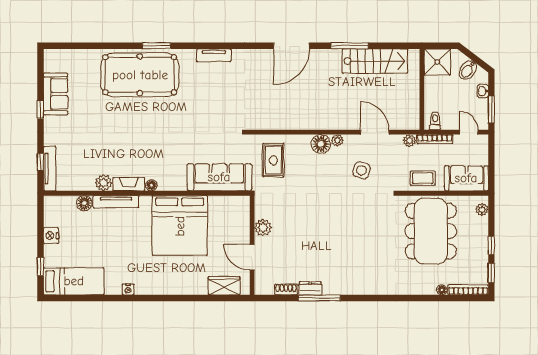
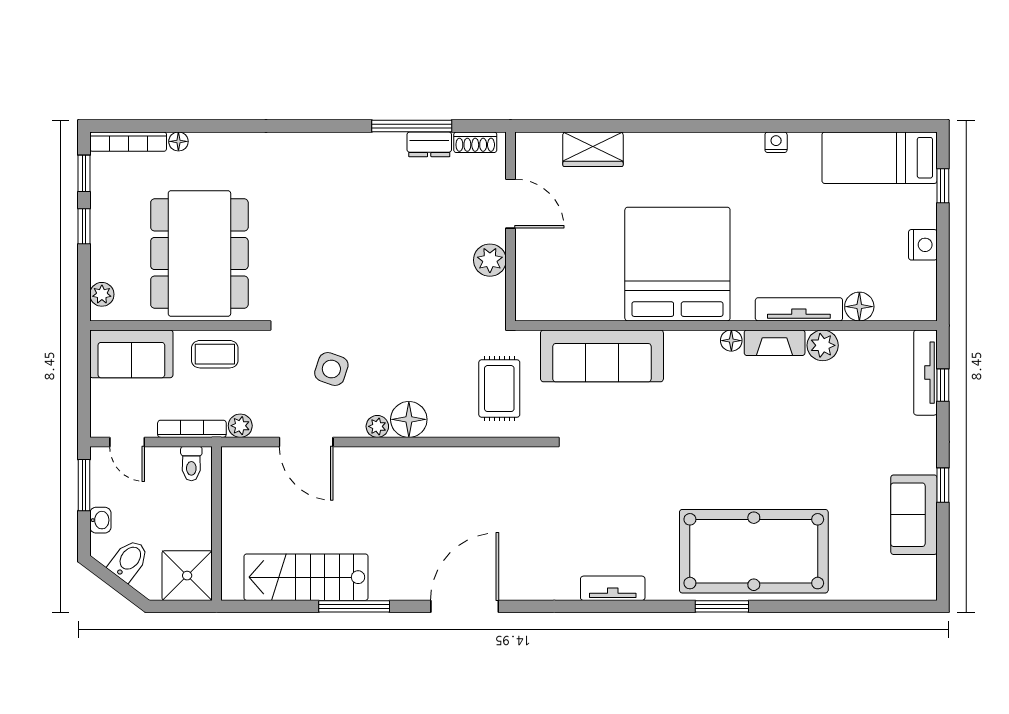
plant: (263, 228) -> (490, 260), moved
wall: (252, 245) -> (511, 226), moved
door: (252, 257) -> (511, 204), moved

